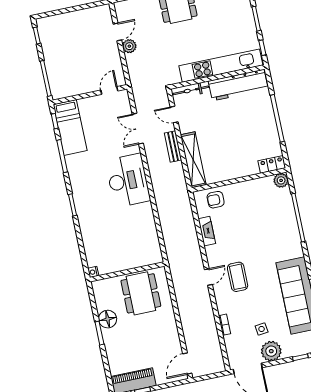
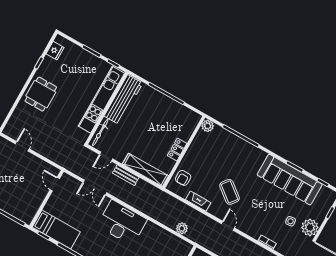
plant: (129, 46) -> (182, 228), moved
locker: (272, 164) -> (177, 150), moved
coffee table: (238, 277) -> (230, 192), moved, turned 38

